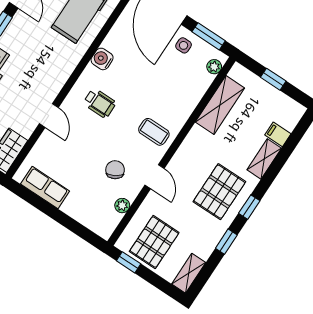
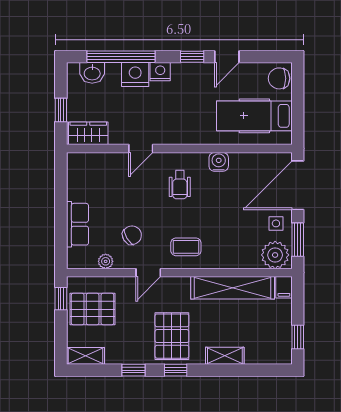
plant: (214, 67) -> (275, 255), width x1.88, depth x1.88
window: (273, 79) -> (298, 337), moved
shelving: (220, 105) -> (233, 288), width x1.47
coffee table: (154, 132) -> (186, 247), turned 90
filing cabinet: (278, 134) -> (284, 287), moved, turned 180
row of seats: (45, 188) -> (78, 224), moved
pallet: (219, 192) -> (172, 336), turned 90

